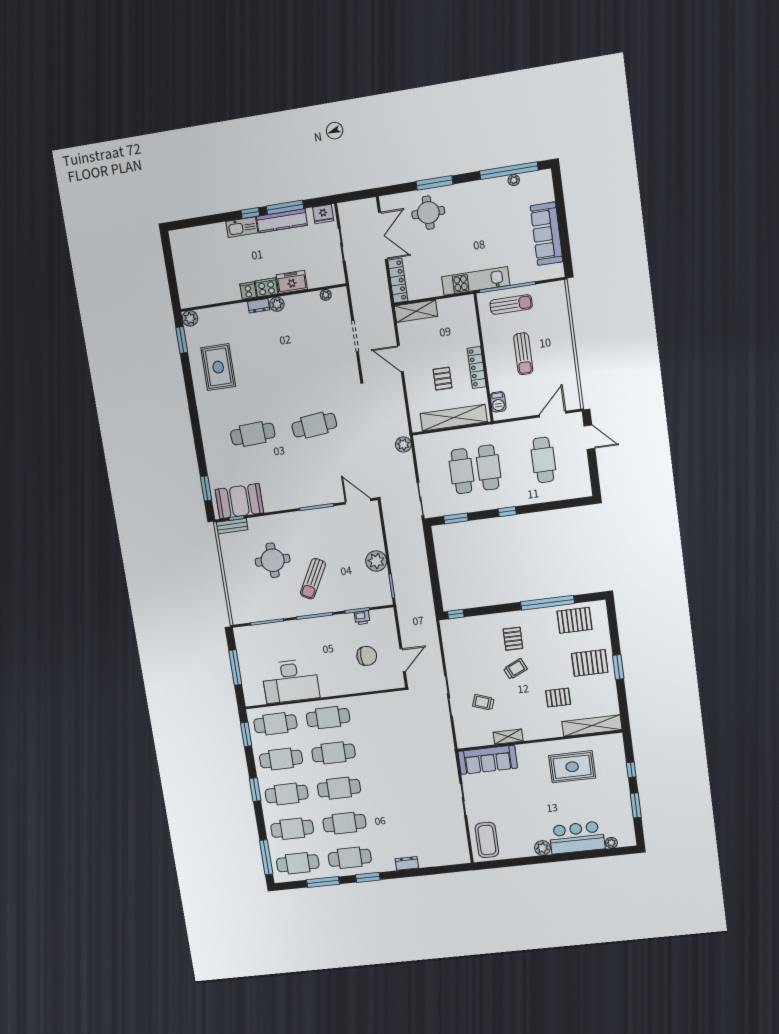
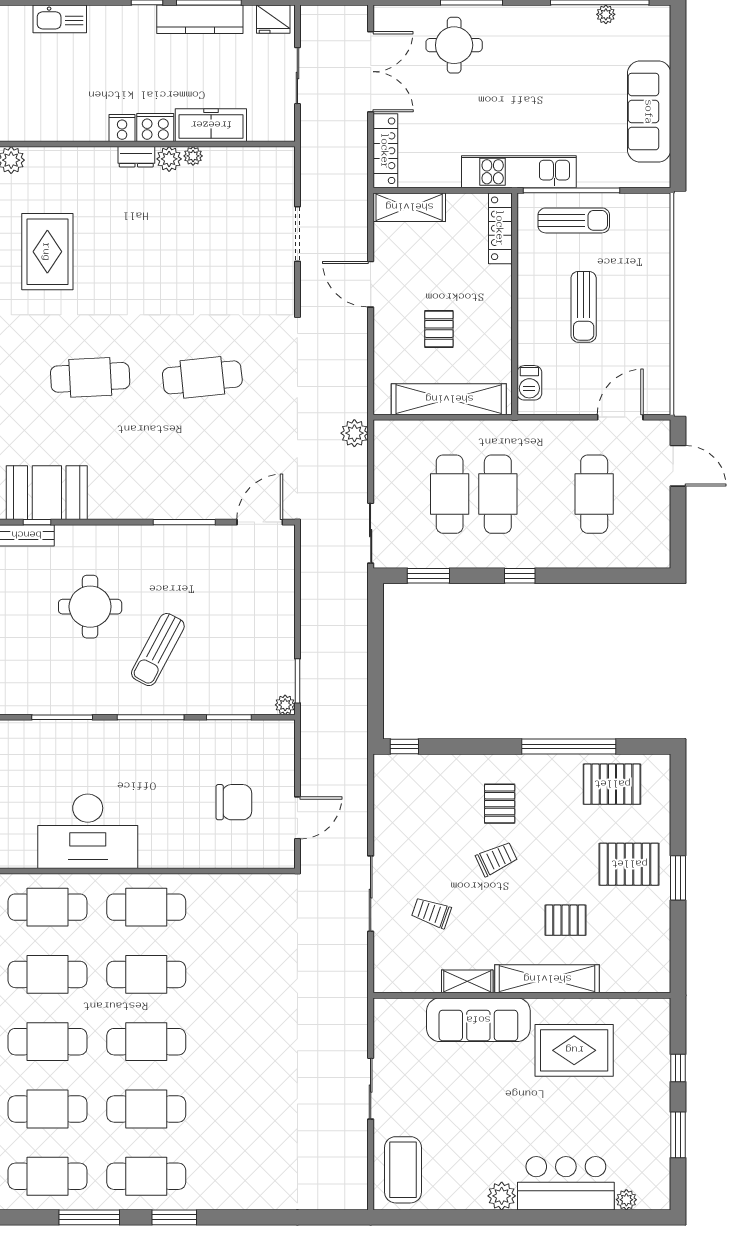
kitchen sink: (242, 227) -> (60, 19), moved
freezer: (292, 282) -> (211, 125), width x1.40
plant: (326, 295) -> (193, 156), moved
locker: (477, 367) -> (500, 228), moved
door: (358, 501) -> (260, 522), hinge flipped
plant: (376, 561) -> (285, 705), moved, width x0.53, depth x0.53
printer: (362, 618) -> (236, 731), removed
shelving: (592, 726) -> (547, 979), moved
sofa: (488, 760) -> (478, 1020), moved
dresser: (407, 863) -> (250, 1199), removed

